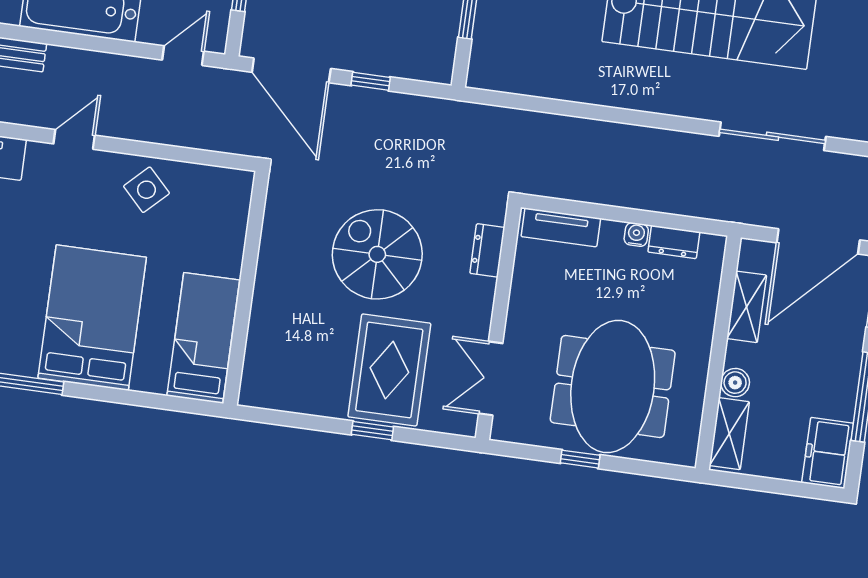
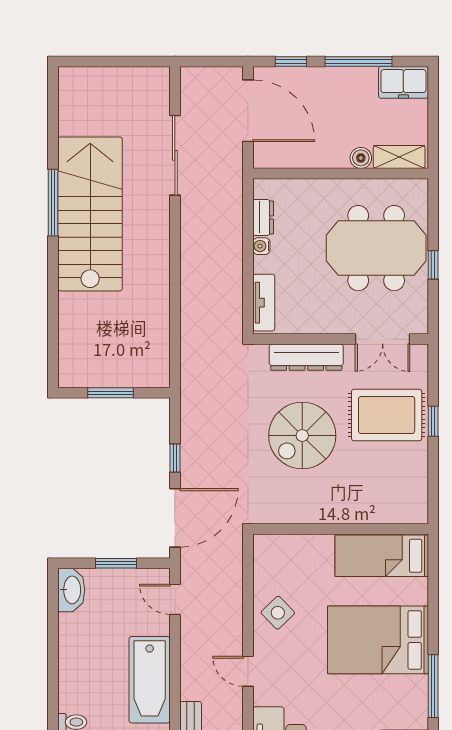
dresser: (487, 250) -> (306, 357), width x1.96, depth x1.24
shelving: (747, 307) -> (304, 157), removed

